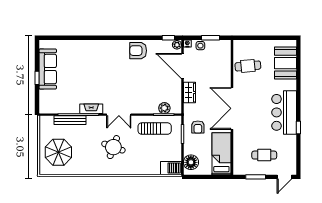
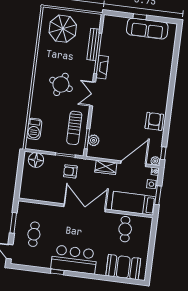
bed: (221, 154) -> (133, 203), moved, turned 180
barbecue: (171, 168) -> (34, 129), moved

